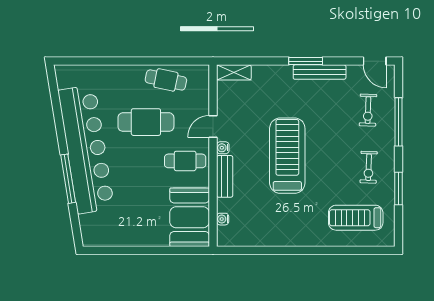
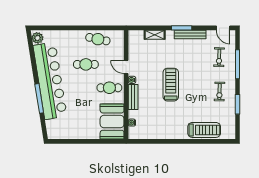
shelving: (234, 72) -> (155, 35), moved
plant: (65, 78) -> (37, 38), added
cafe table: (146, 122) -> (86, 64), width x0.73, depth x0.74
door: (213, 126) -> (126, 67), hinge flipped
treadmill: (287, 156) -> (171, 85), width x0.73, depth x0.73
treadmill: (356, 218) -> (204, 130), moved, turned 180

